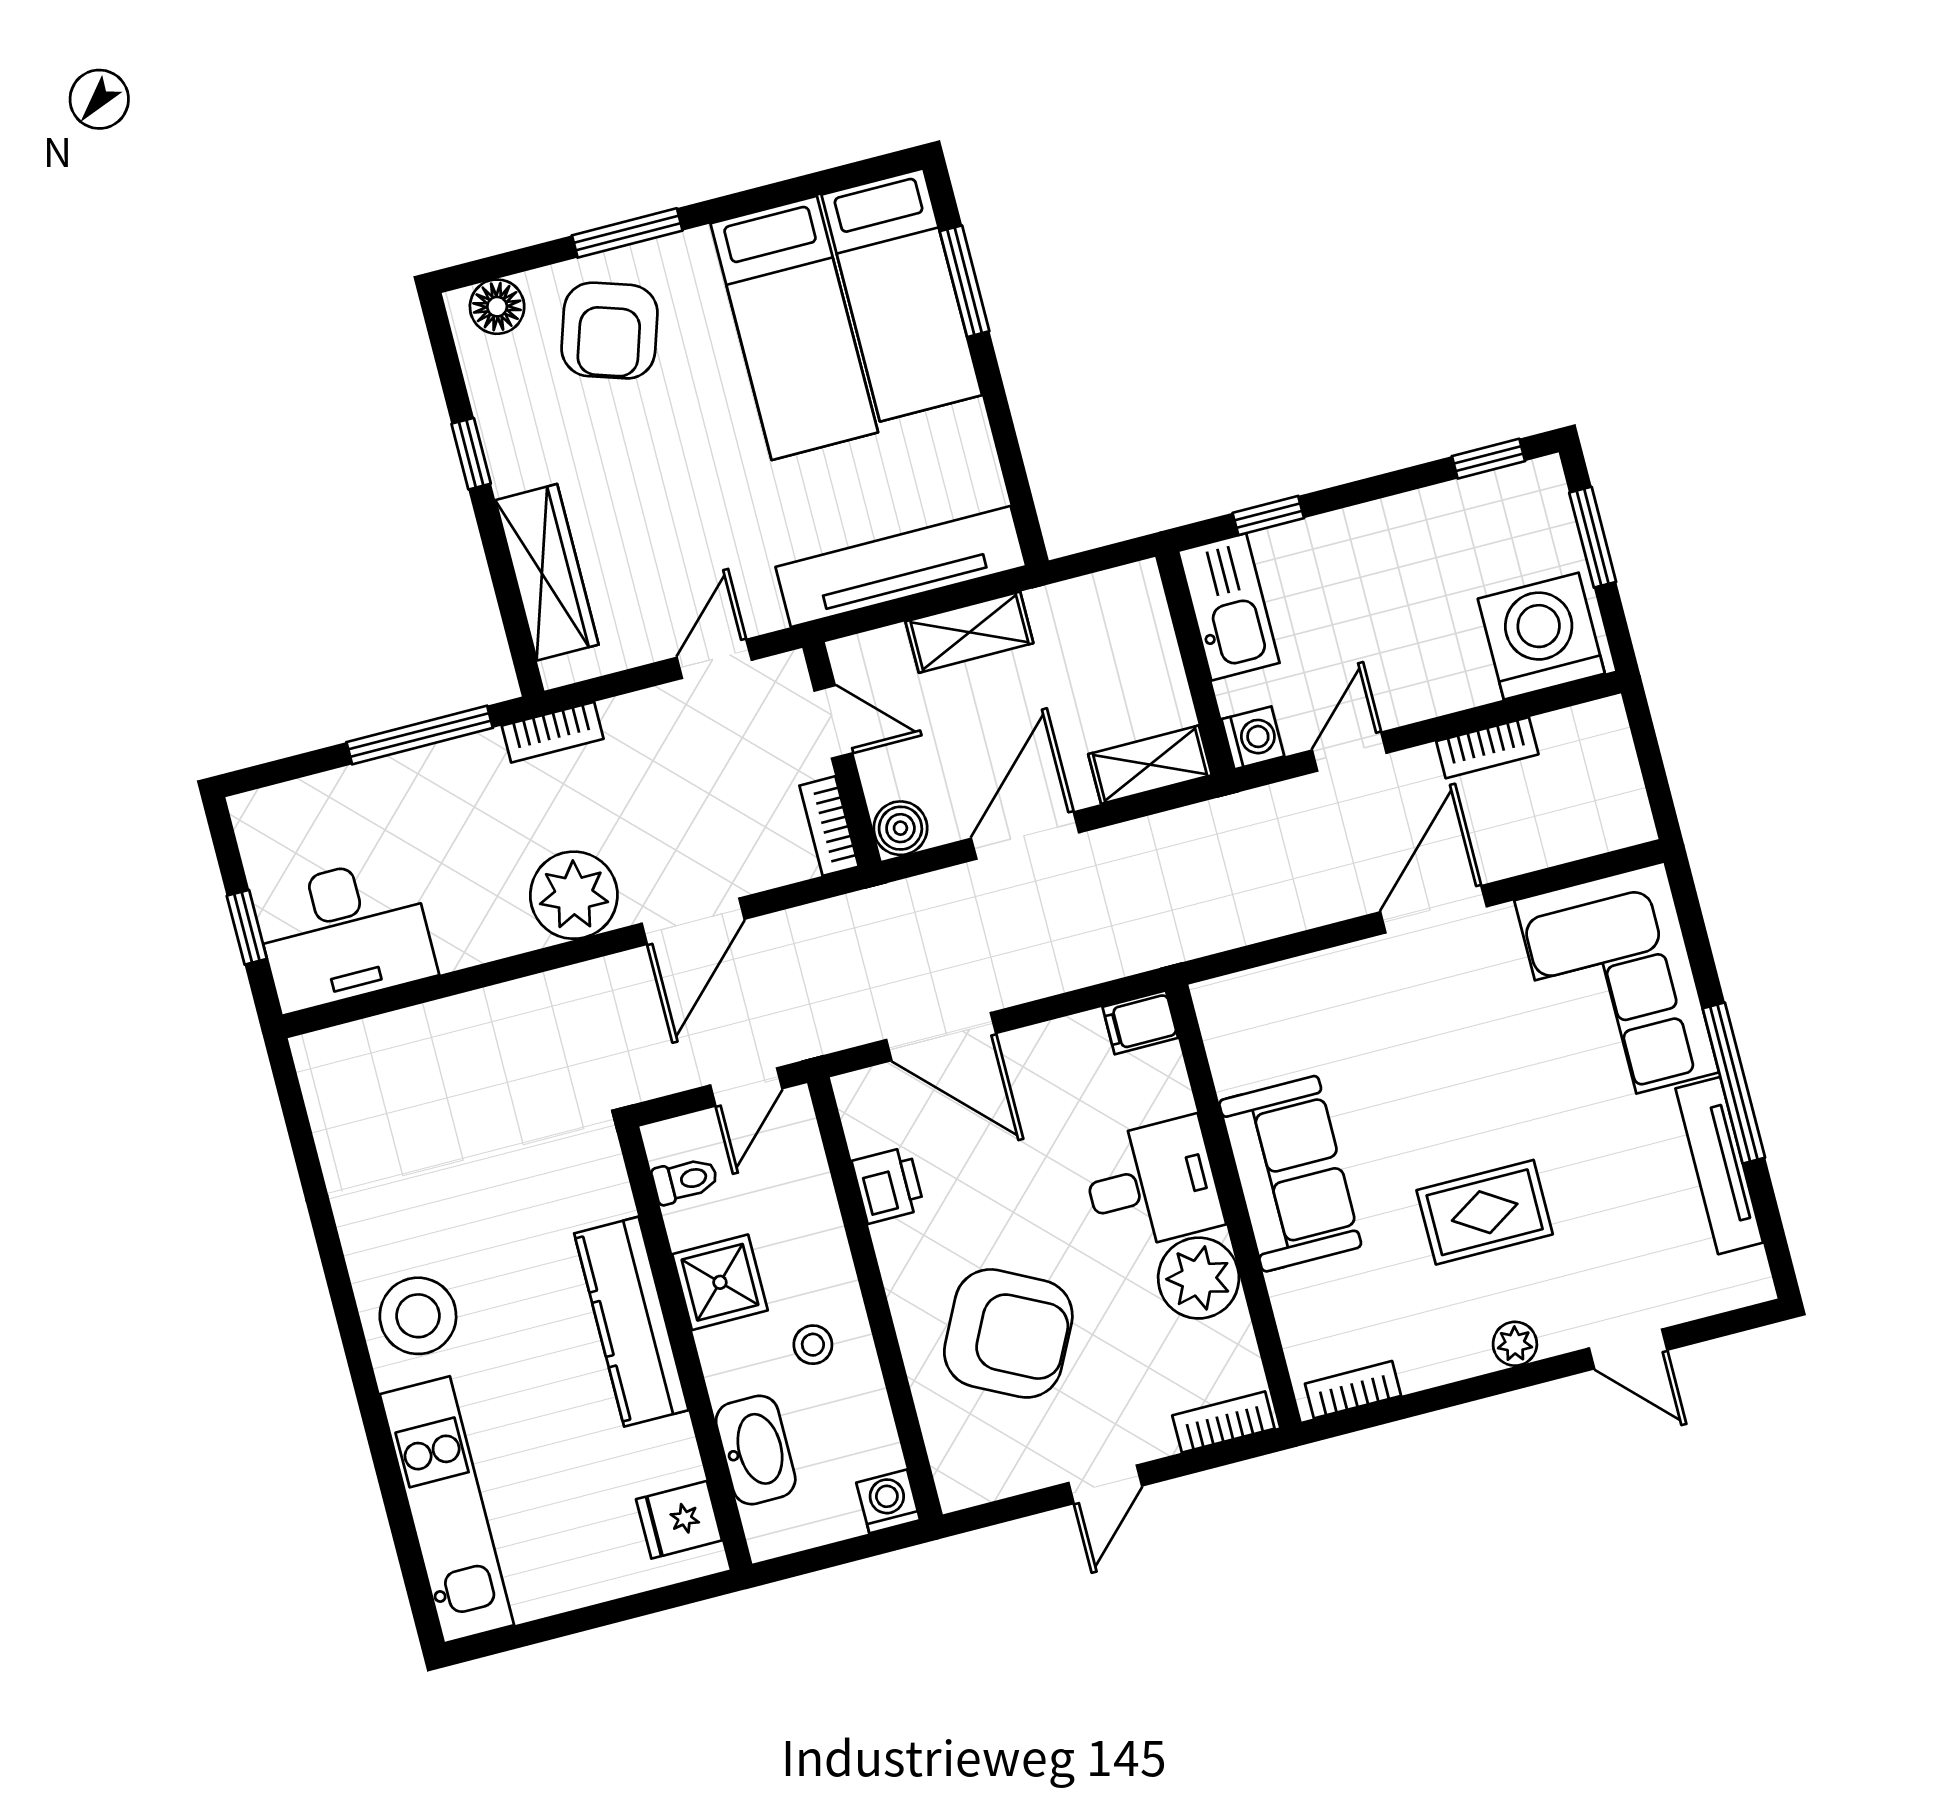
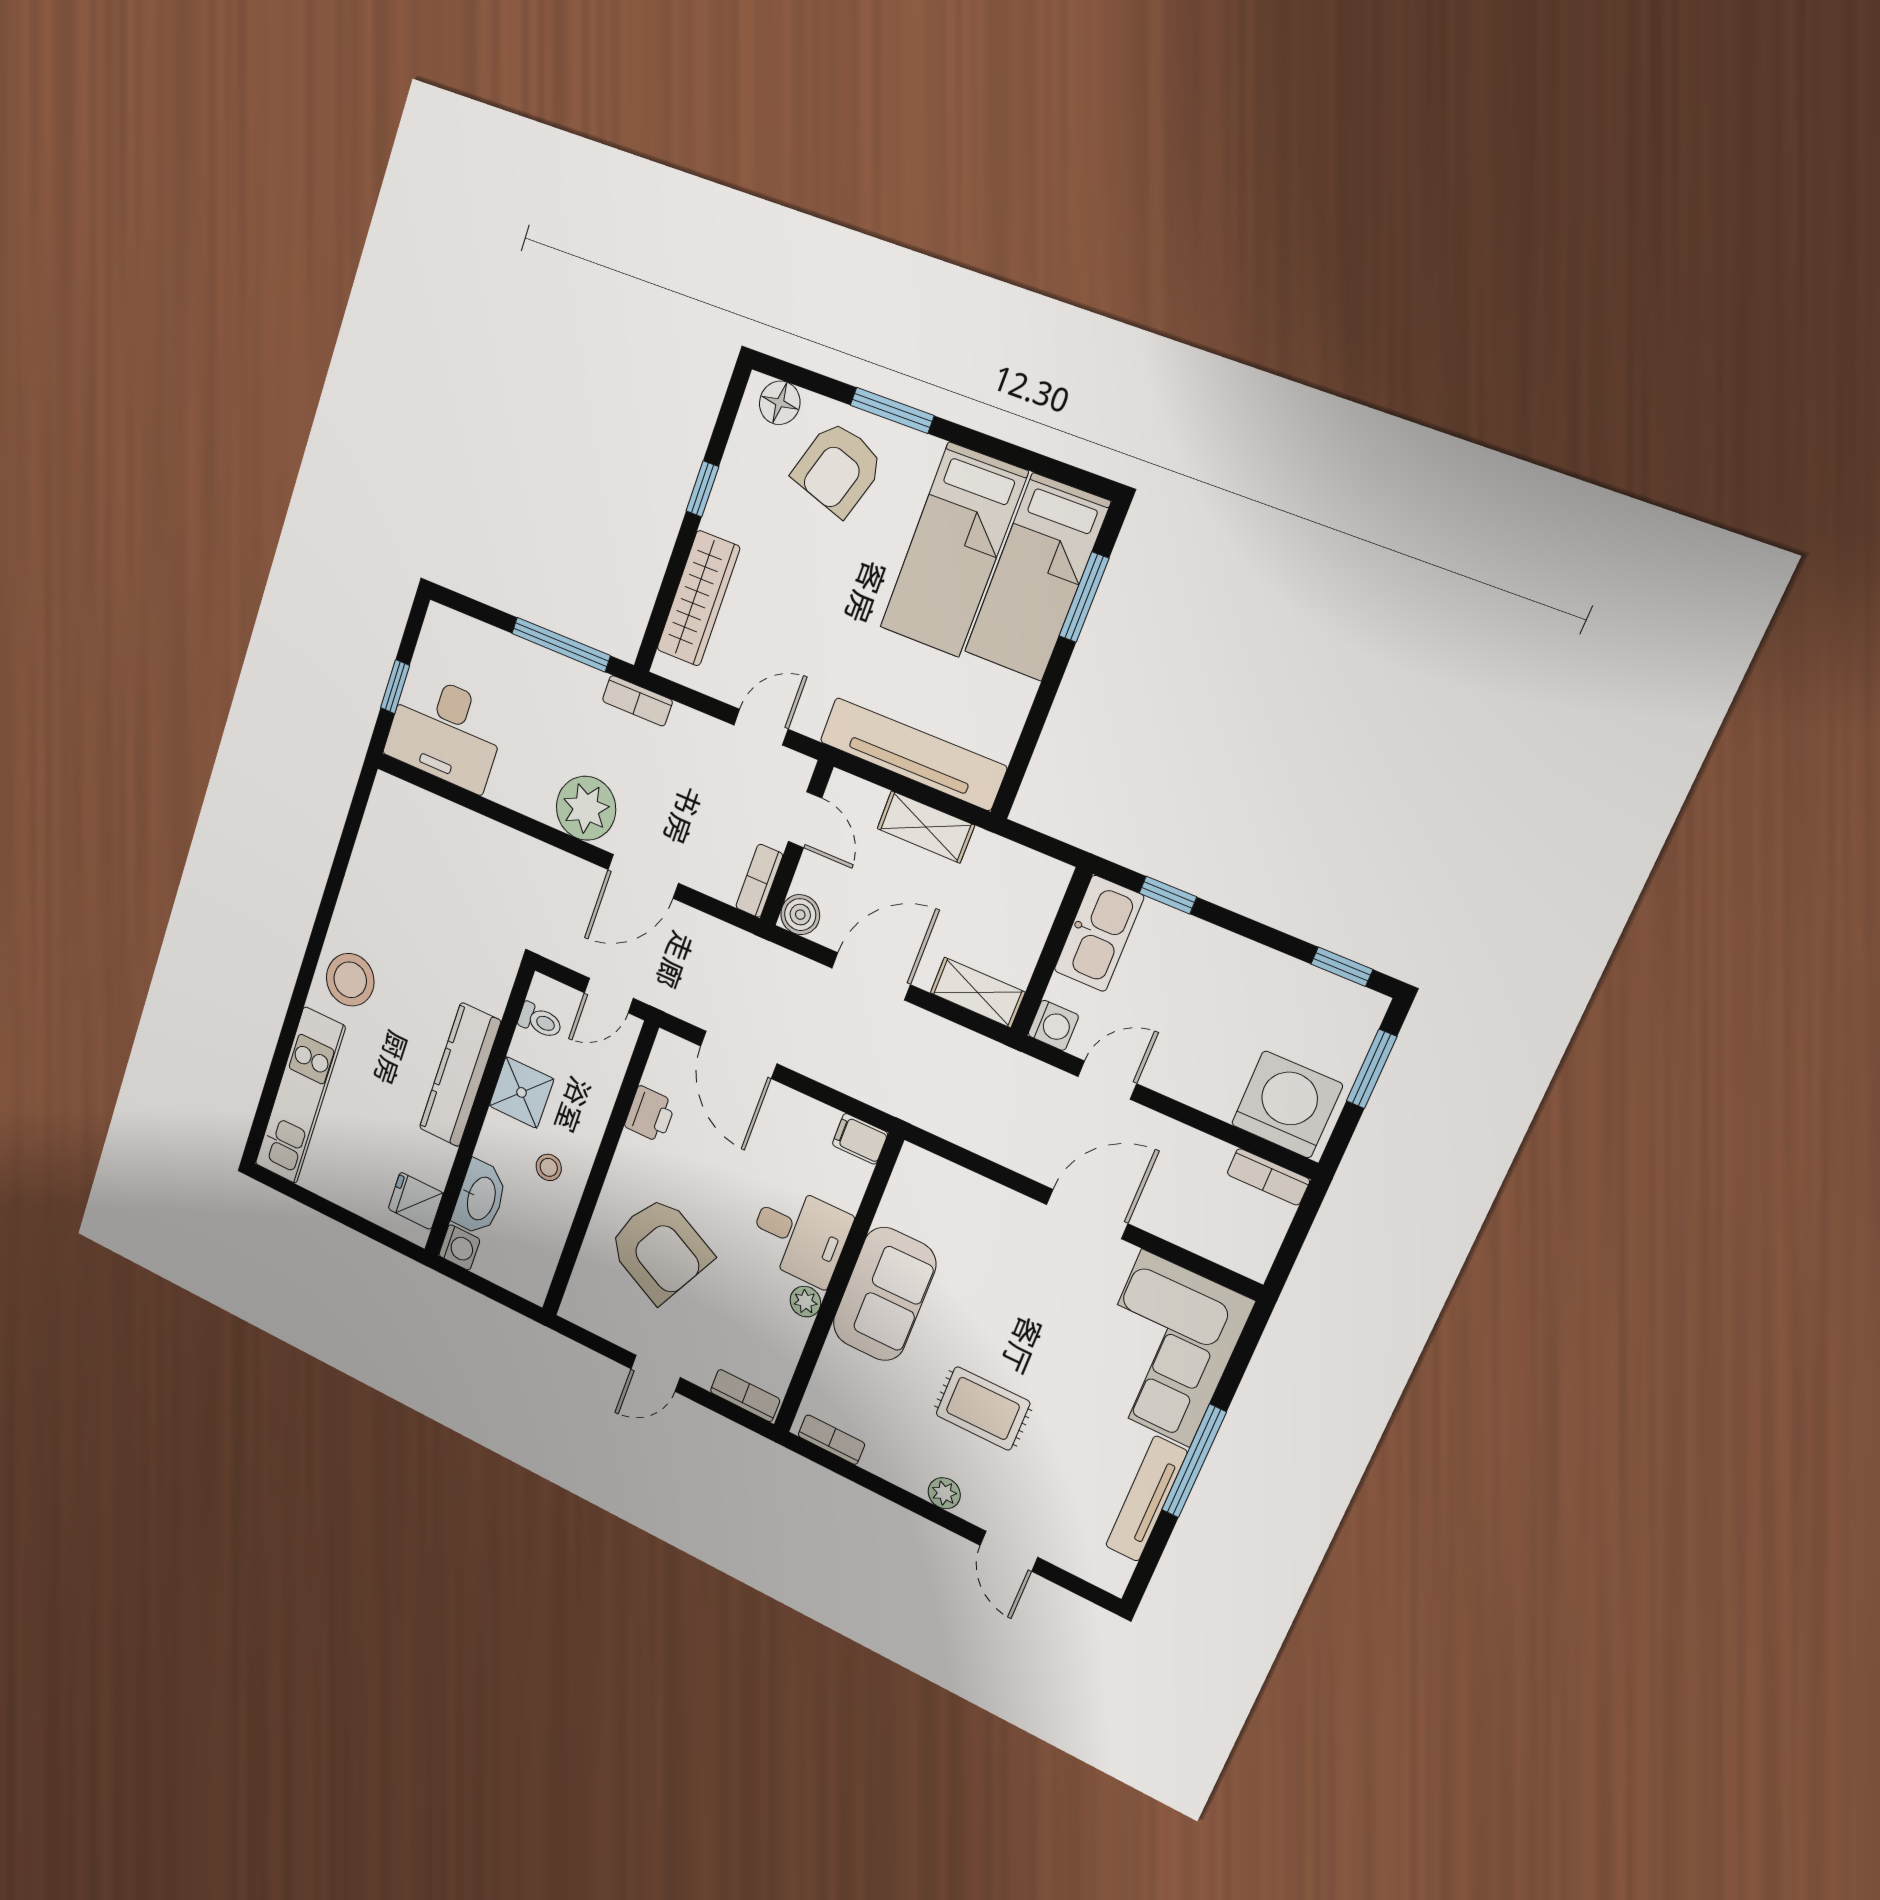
bookcase: (1487, 748) -> (1268, 1177), moved
plant: (1199, 1278) -> (805, 1302), width x0.53, depth x0.53
washing machine: (888, 1501) -> (459, 1247), moved, turned 90

